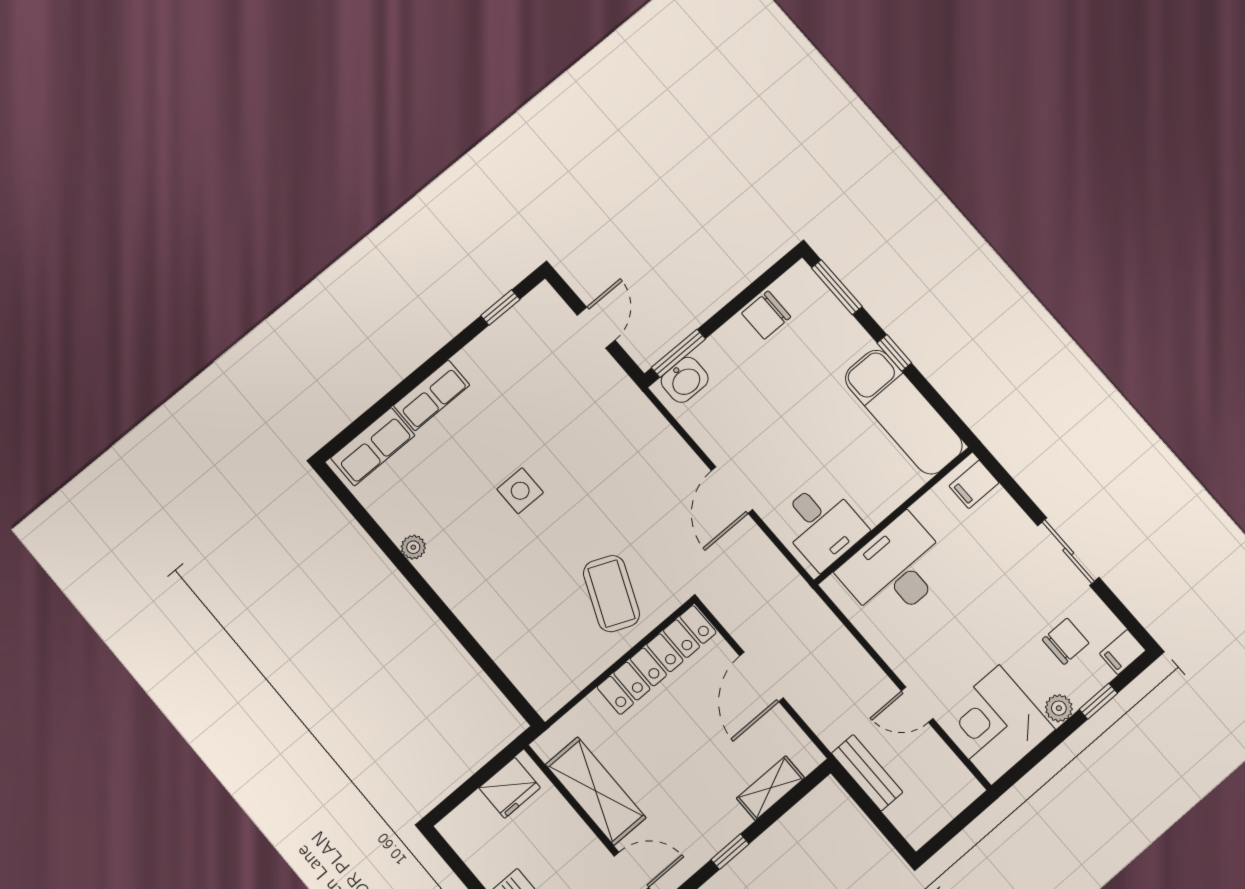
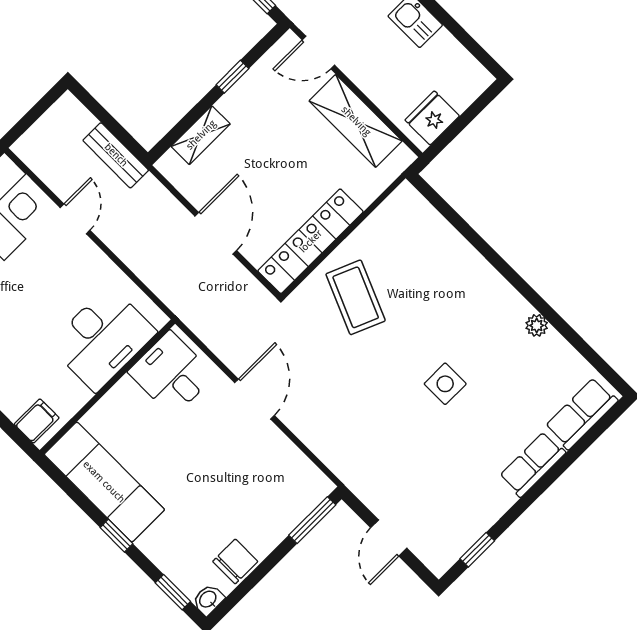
window: (837, 287) -> (173, 592), width x0.67
washbasin: (685, 380) -> (208, 600), moved, width x0.72, depth x0.69
door: (917, 705) -> (75, 219), hinge flipped

